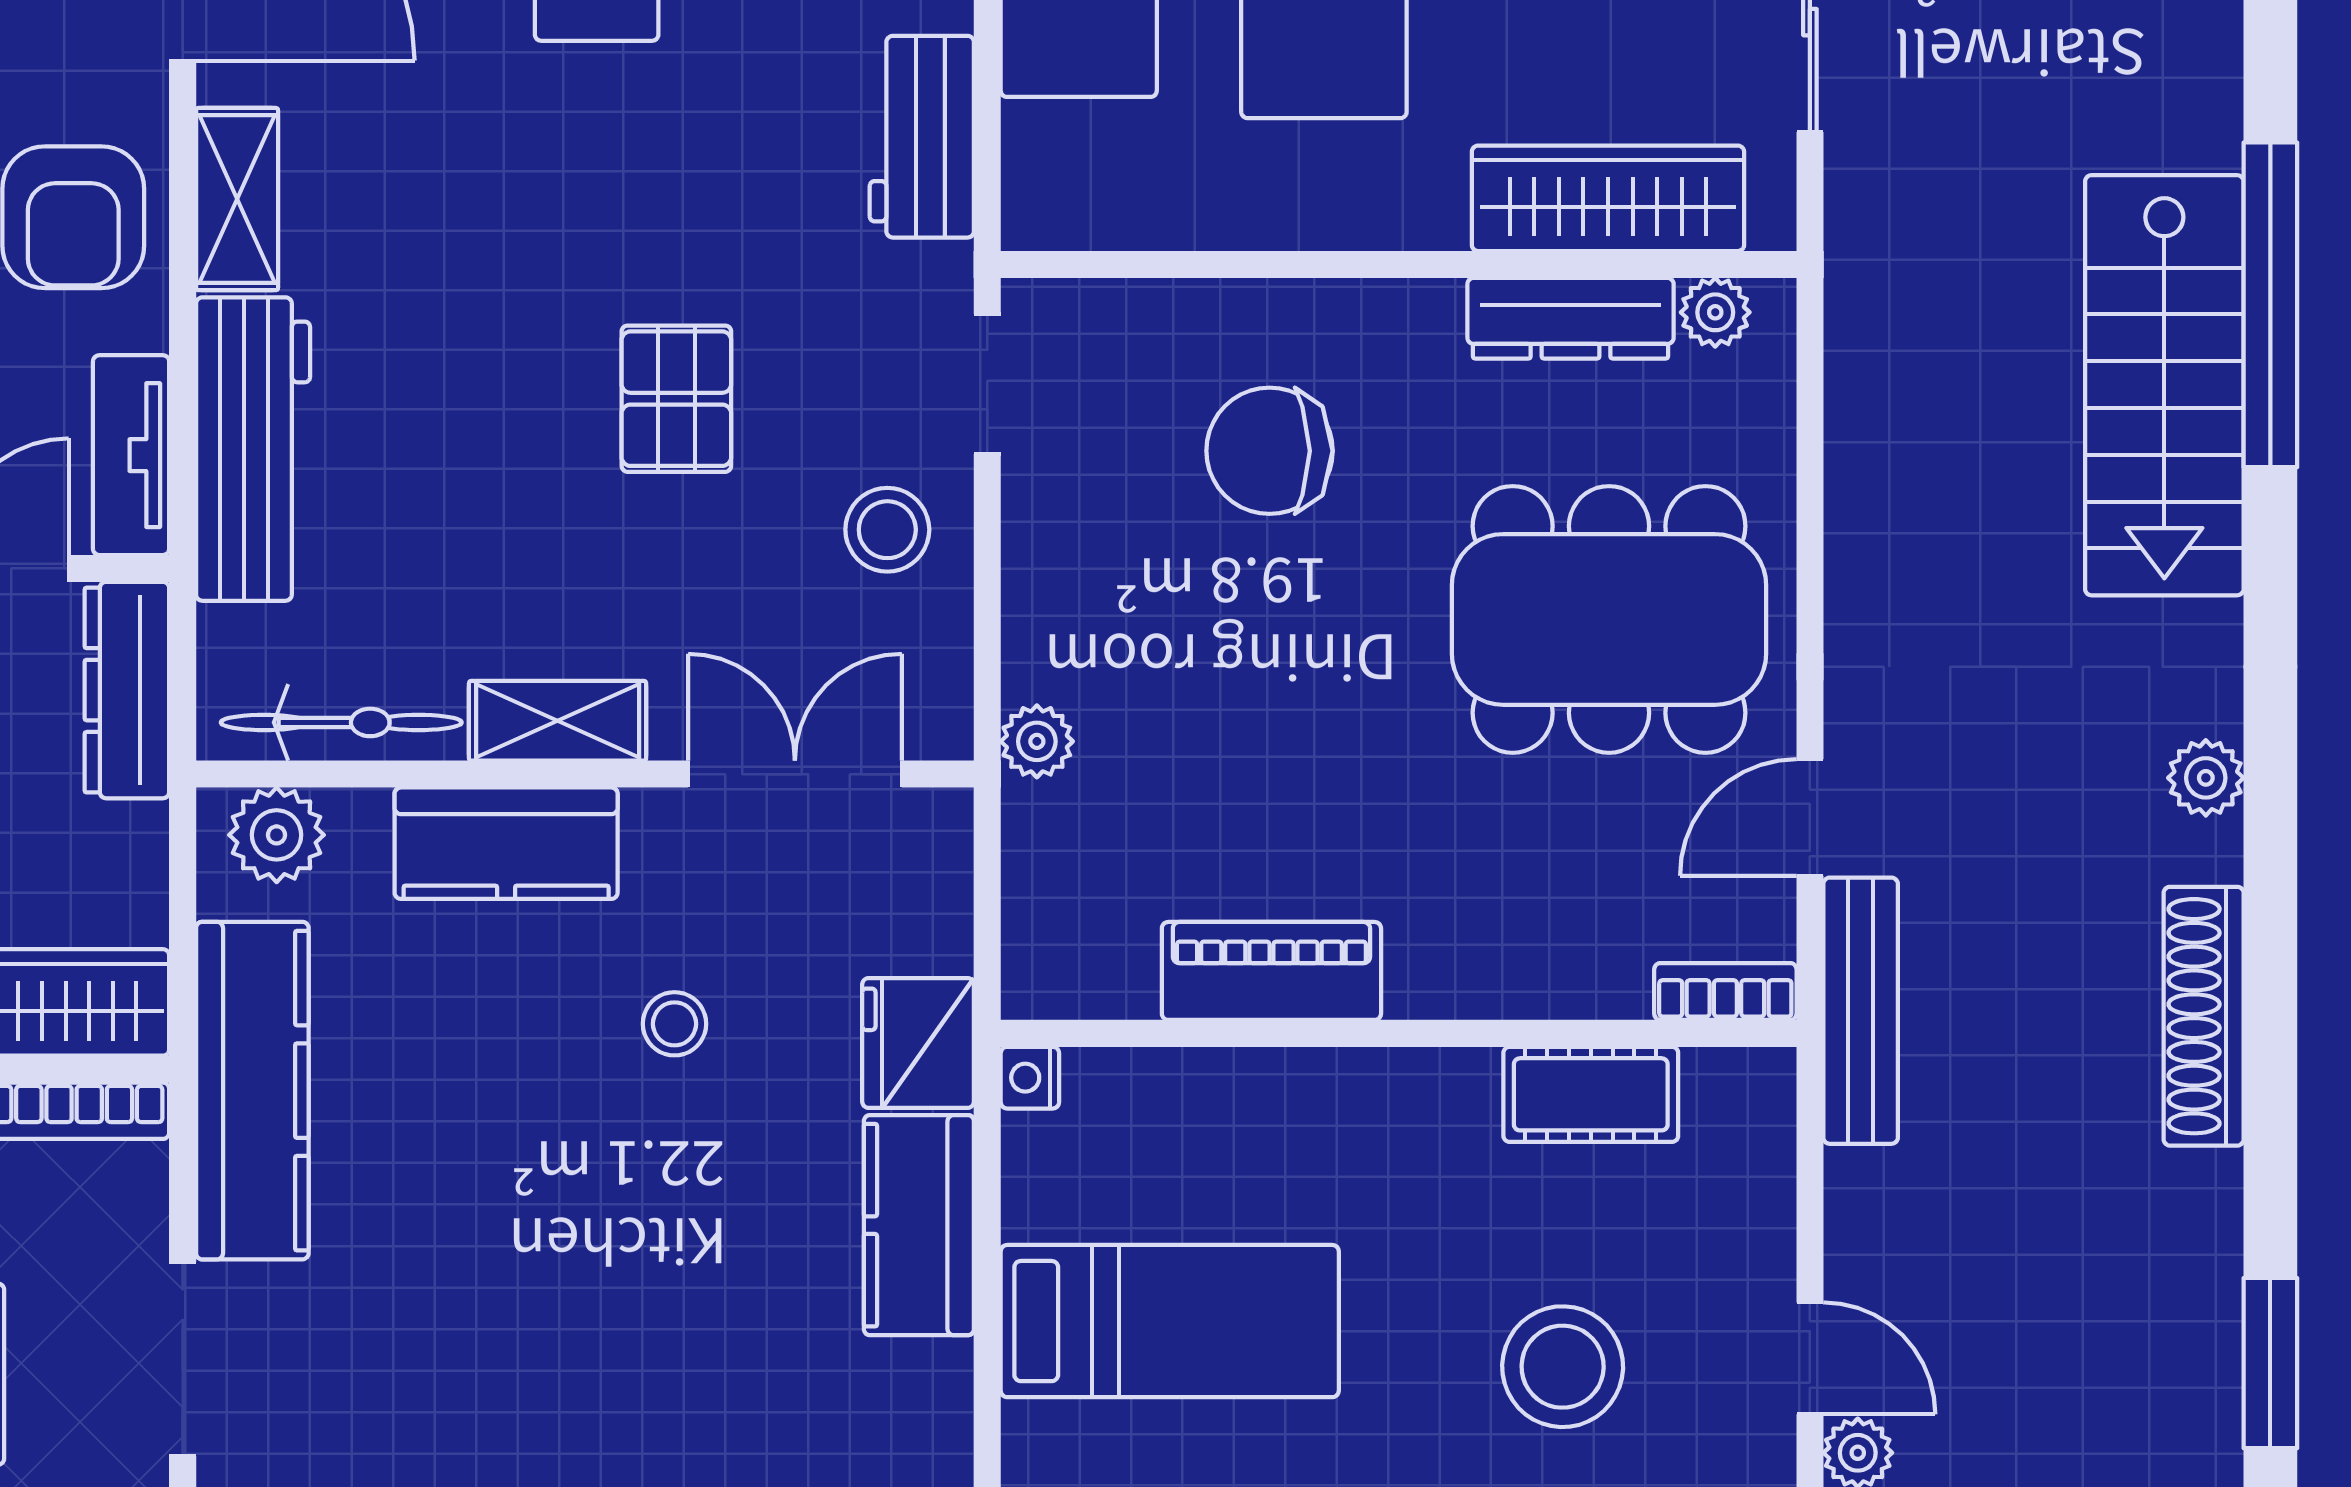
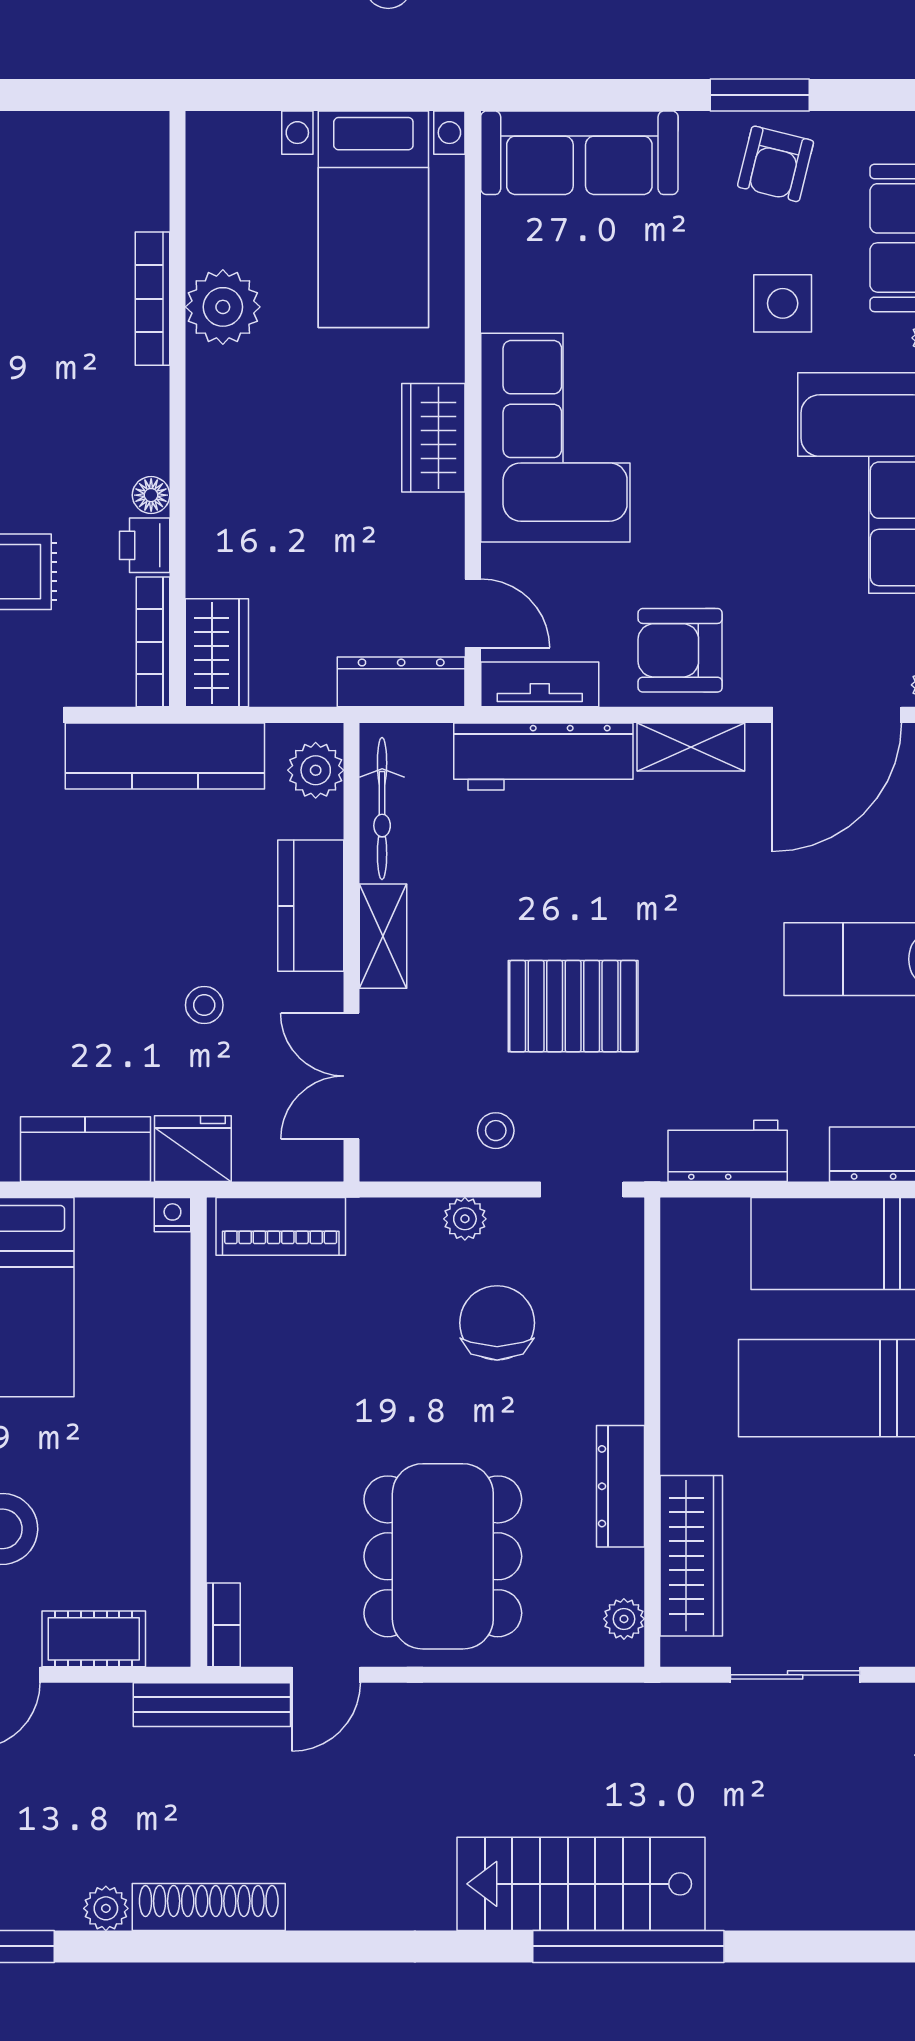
dresser: (1571, 318) -> (621, 1486), moved
pallet: (676, 399) -> (573, 1006), width x1.50, depth x1.42
chair: (1270, 451) -> (497, 1323), moved
stool: (887, 530) -> (496, 1131), width x0.73, depth x0.73
plant: (1037, 741) -> (465, 1219), moved
double door: (795, 774) -> (352, 1076), swing flipped
plant: (2206, 778) -> (106, 1908), moved
door: (1810, 818) -> (326, 1675), swing flipped
piano: (1271, 971) -> (281, 1226), moved, turned 90
cot: (1591, 1094) -> (94, 1639), moved, turned 90

